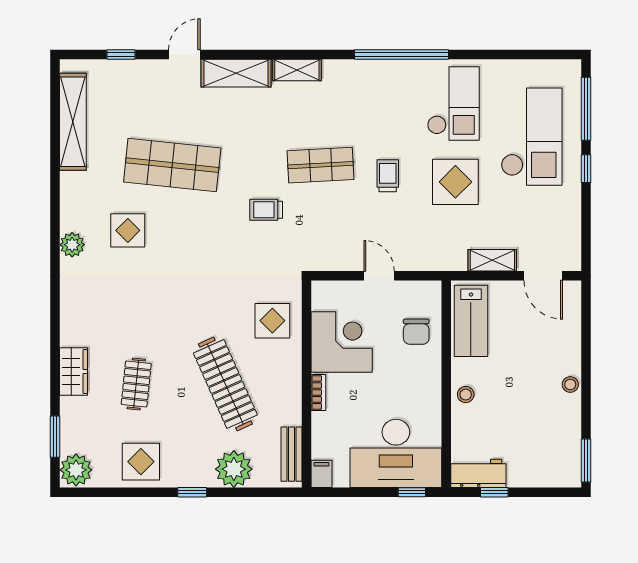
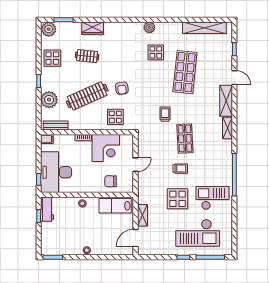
checkout: (453, 104) -> (212, 198), turned 180
armchair: (208, 306) -> (122, 88), added

